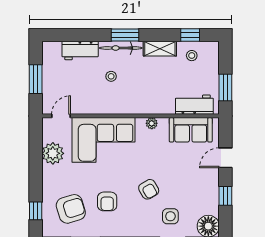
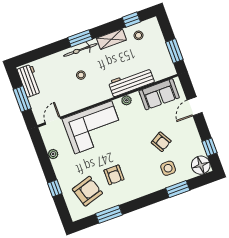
workbench: (80, 51) -> (29, 81), moved, turned -90
workbench: (194, 105) -> (131, 82), moved, width x1.38
plant: (53, 153) -> (53, 154), width x0.53, depth x0.53
armchair: (149, 189) -> (161, 142), moved
window: (225, 196) -> (210, 147), moved
window: (36, 211) -> (55, 188), moved

